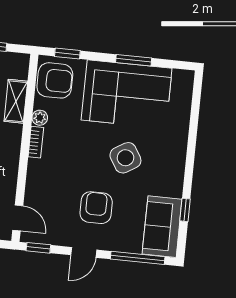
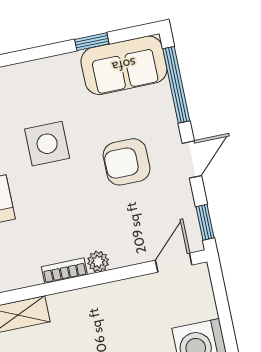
plant: (40, 118) -> (98, 262), moved
side table: (125, 158) -> (47, 144), turned 31
door: (84, 252) -> (192, 159), hinge flipped

